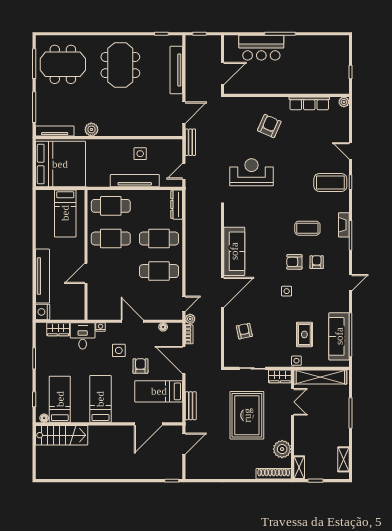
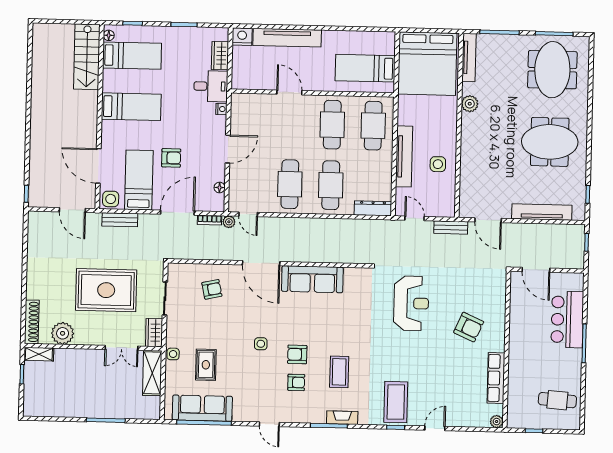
cafe table: (326, 54) -> (557, 400), added
armchair: (294, 262) -> (297, 354), turned -90
rug: (304, 334) -> (206, 365), turned 90
side table: (119, 350) -> (111, 199), moved
shelving: (320, 377) -> (152, 373), width x0.68
shelving: (343, 459) -> (48, 410), removed

